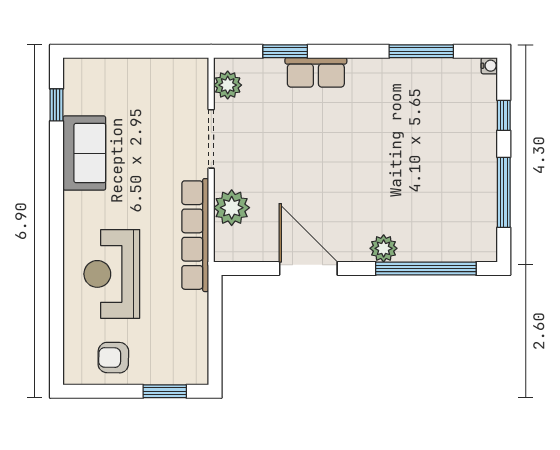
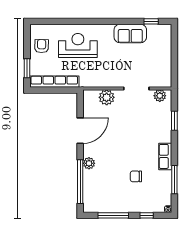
row of seats: (316, 72) -> (165, 156), moved
chair: (414, 140) -> (136, 176), added
row of seats: (195, 235) -> (54, 82), moved

